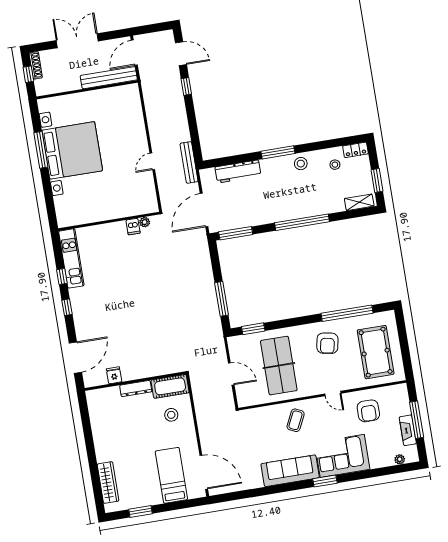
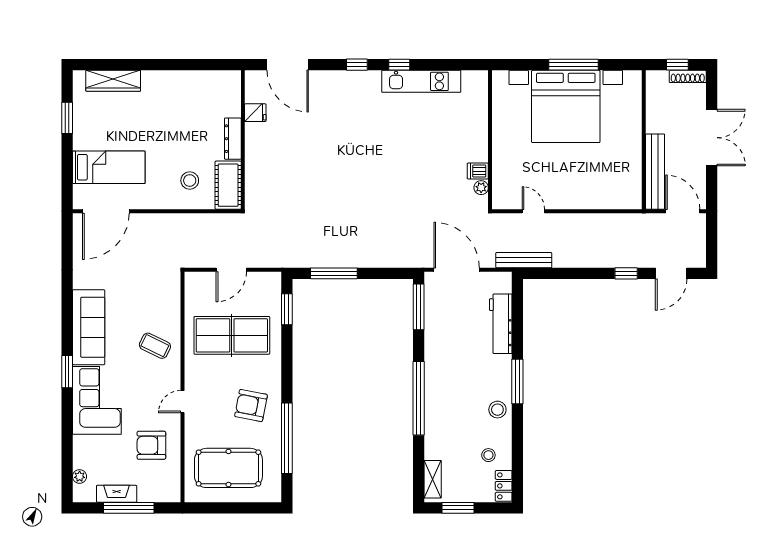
wall: (109, 221) -> (490, 140), moved
plant: (145, 222) -> (481, 188), moved
dishwasher: (133, 227) -> (478, 171), moved

